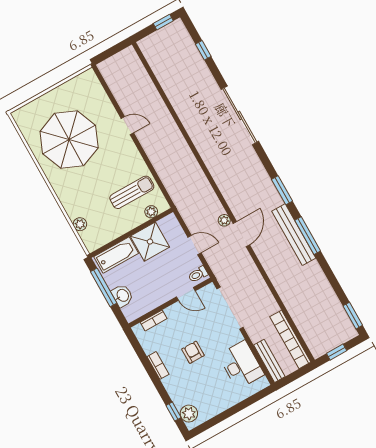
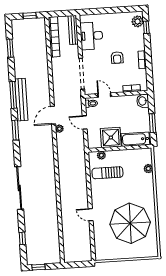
window: (104, 287) -> (152, 123), width x0.69
washbasin: (122, 296) -> (143, 101), moved
window: (353, 316) -> (10, 48), moved

